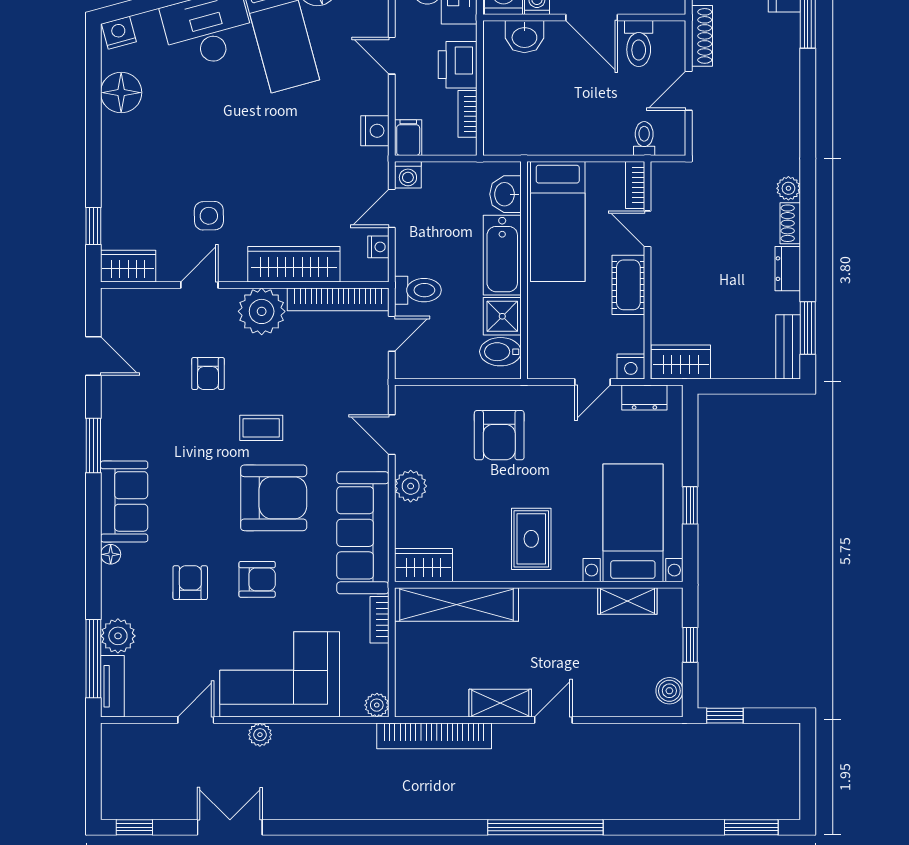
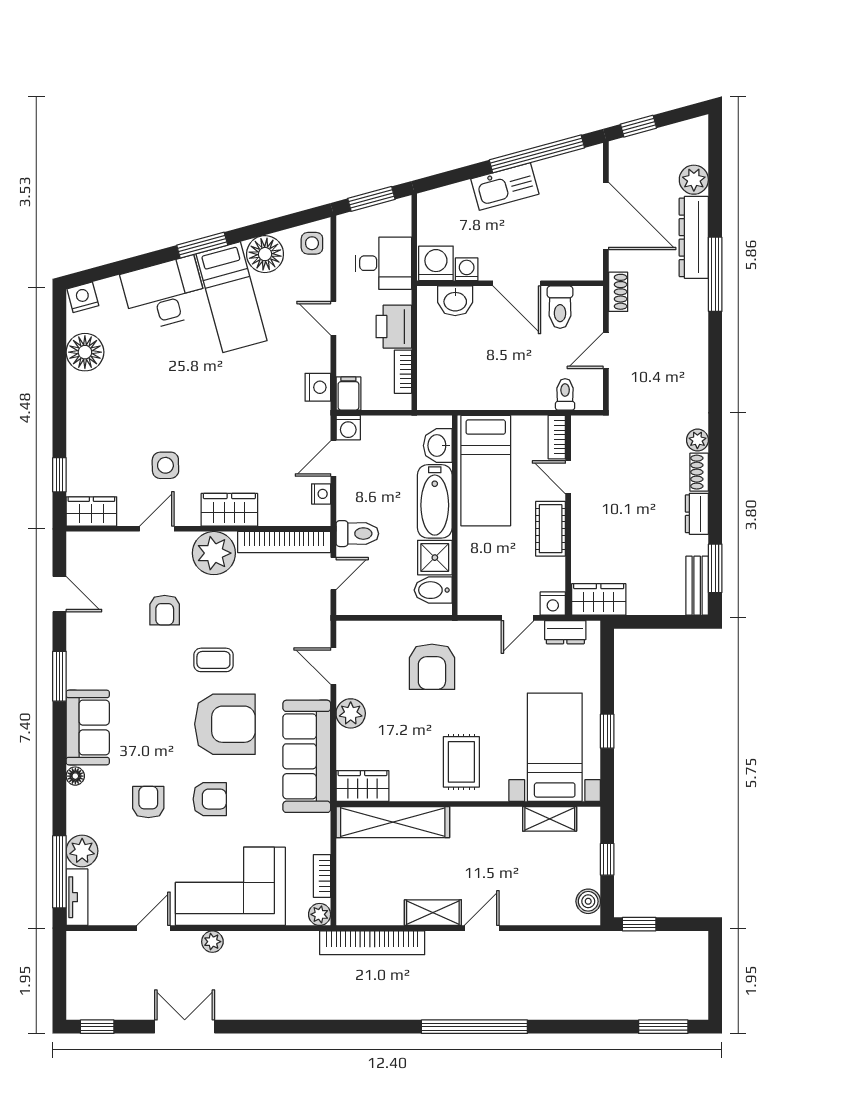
shoe rack: (702, 36) -> (618, 292), width x0.70
wardrobe: (294, 264) -> (229, 510), width x0.67
bookcase: (379, 620) -> (322, 876), moved

